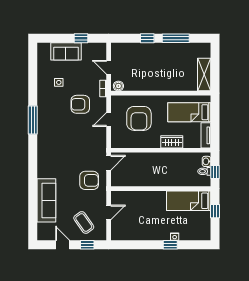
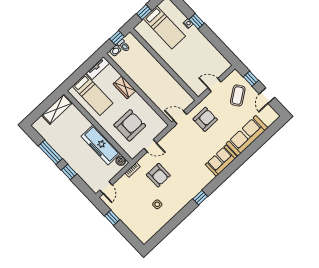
sofa: (66, 51) -> (221, 161), moved, turned -90
door: (109, 67) -> (106, 188), moved
freezer: (145, 82) -> (101, 145), added
window: (33, 120) -> (200, 198), width x0.46
armchair: (89, 180) -> (205, 119), turned 90
bed: (189, 201) -> (164, 27), moved

